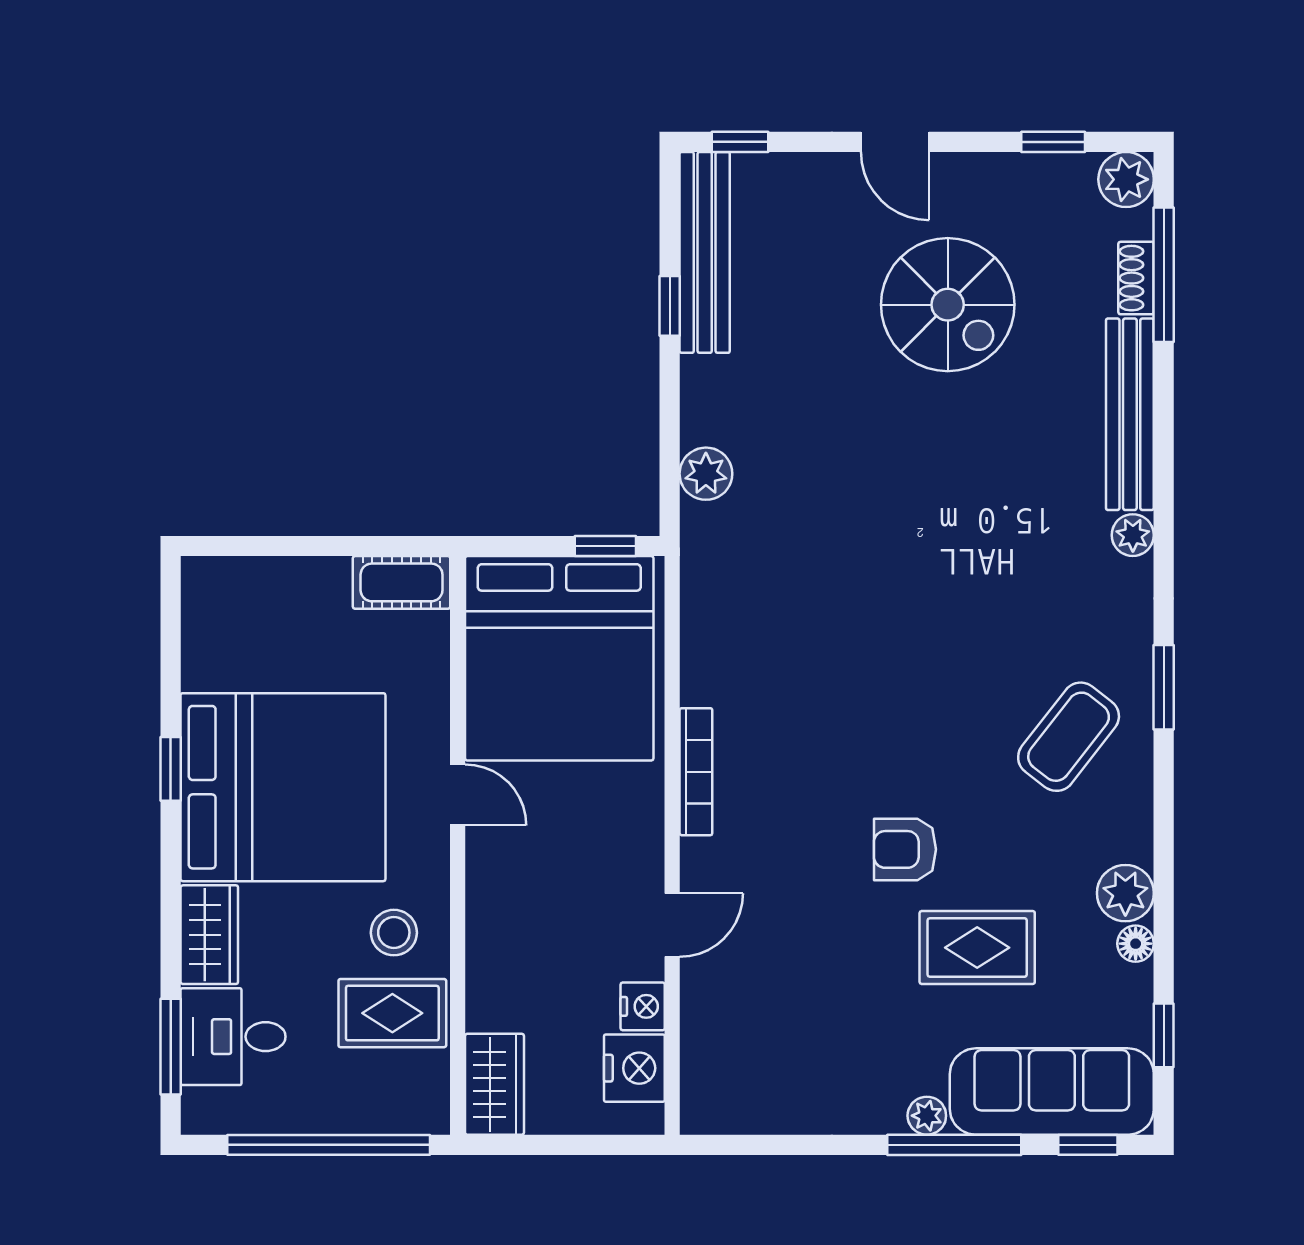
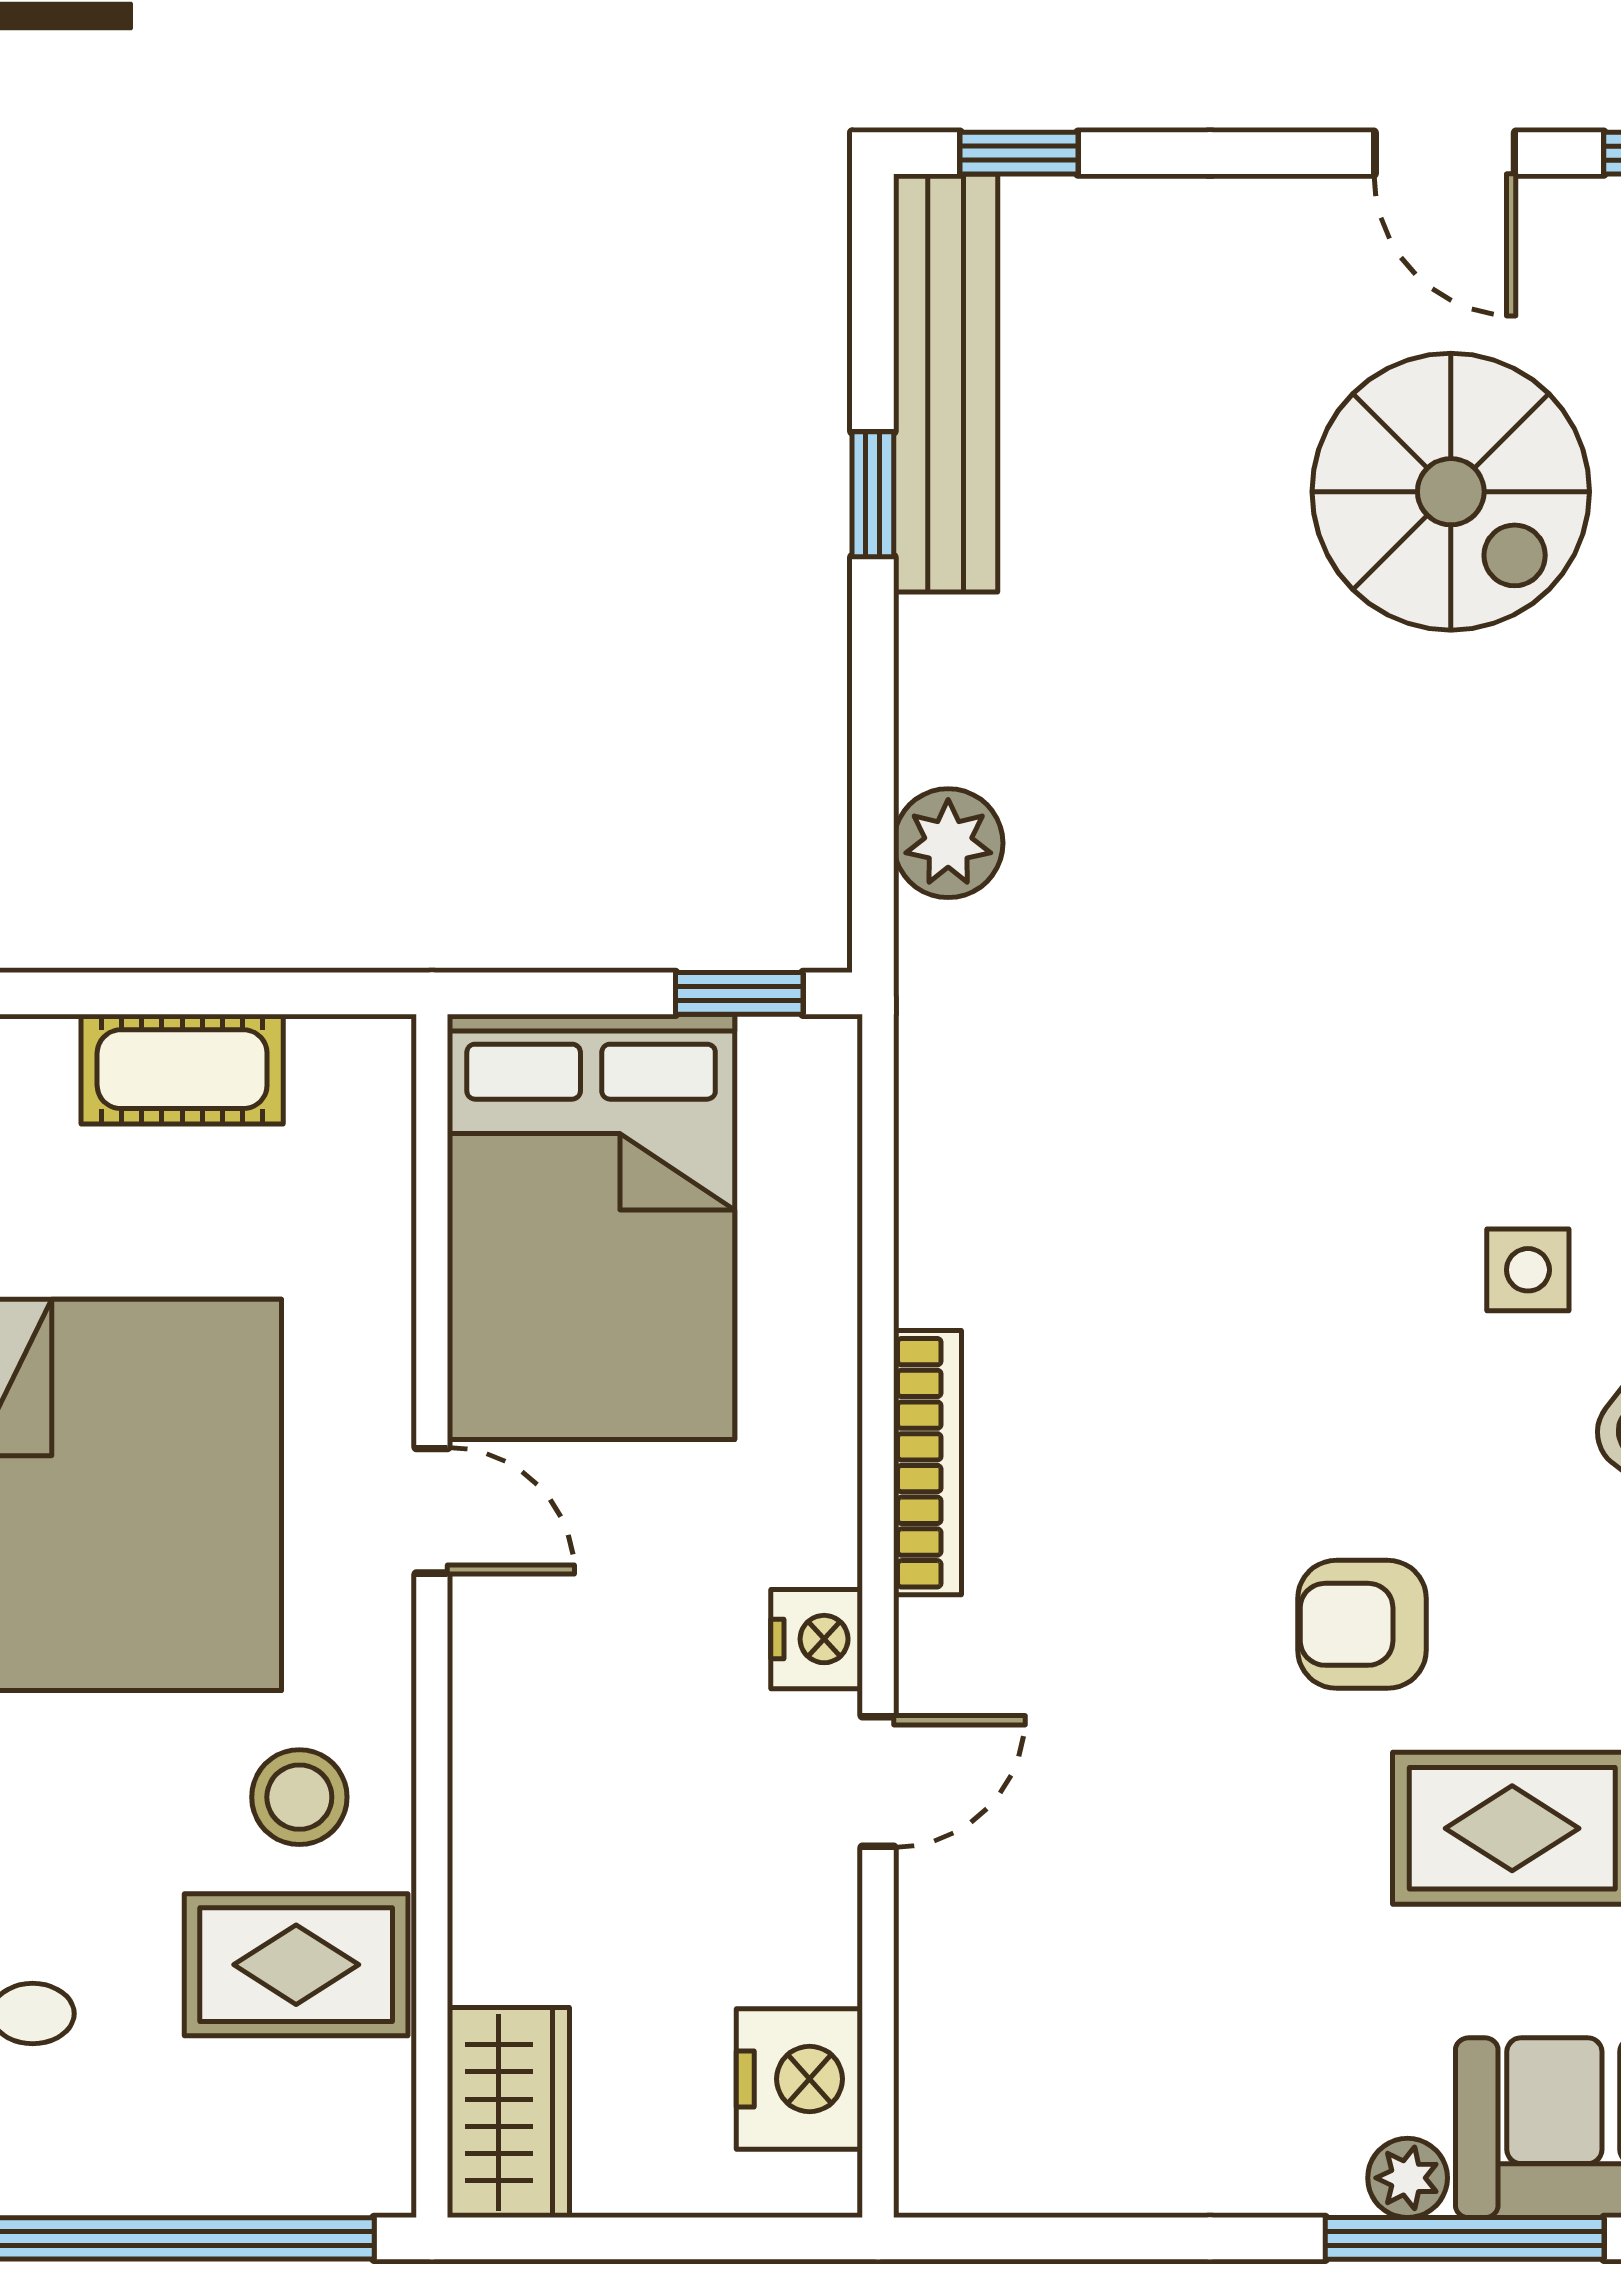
door: (895, 142) -> (1445, 153), moved
cot: (402, 582) -> (182, 1069), moved
bed: (559, 658) -> (591, 1227), width x0.73
side table: (985, 679) -> (1528, 1270), added
nightstand: (643, 1006) -> (817, 1639), moved

